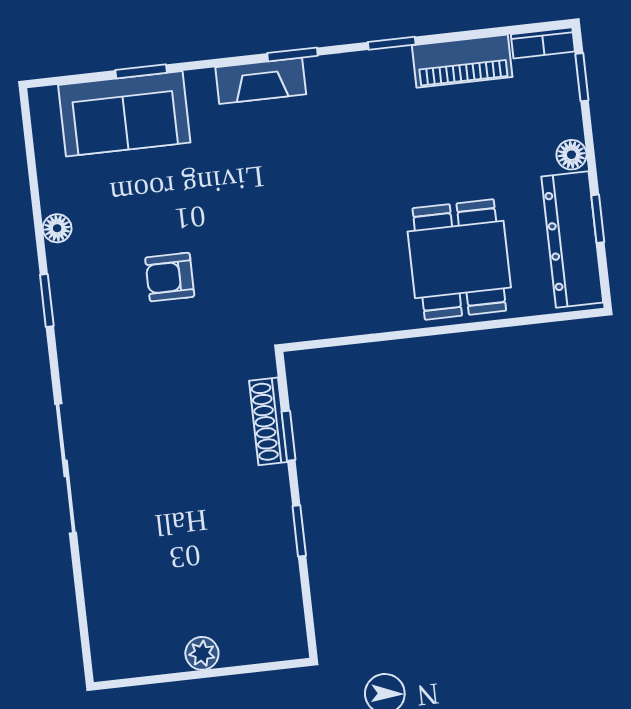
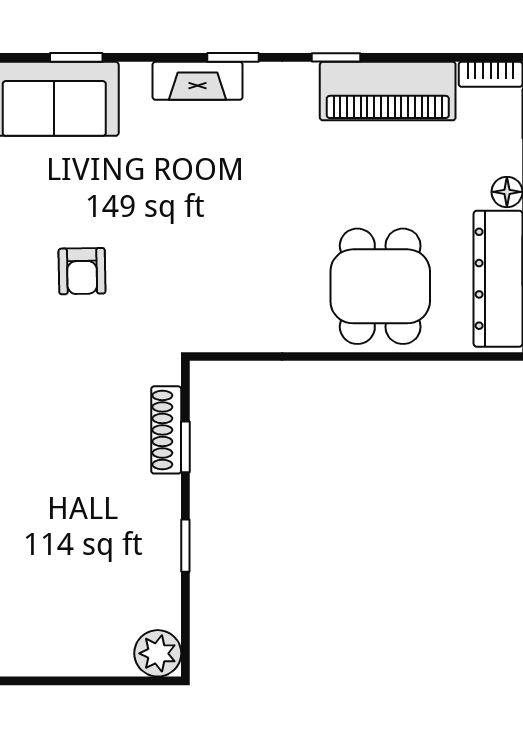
piano: (462, 61) -> (388, 91), width x1.37, depth x1.33
armchair: (170, 277) -> (82, 271), turned -91
plant: (202, 653) -> (158, 653), moved, width x1.38, depth x1.38

